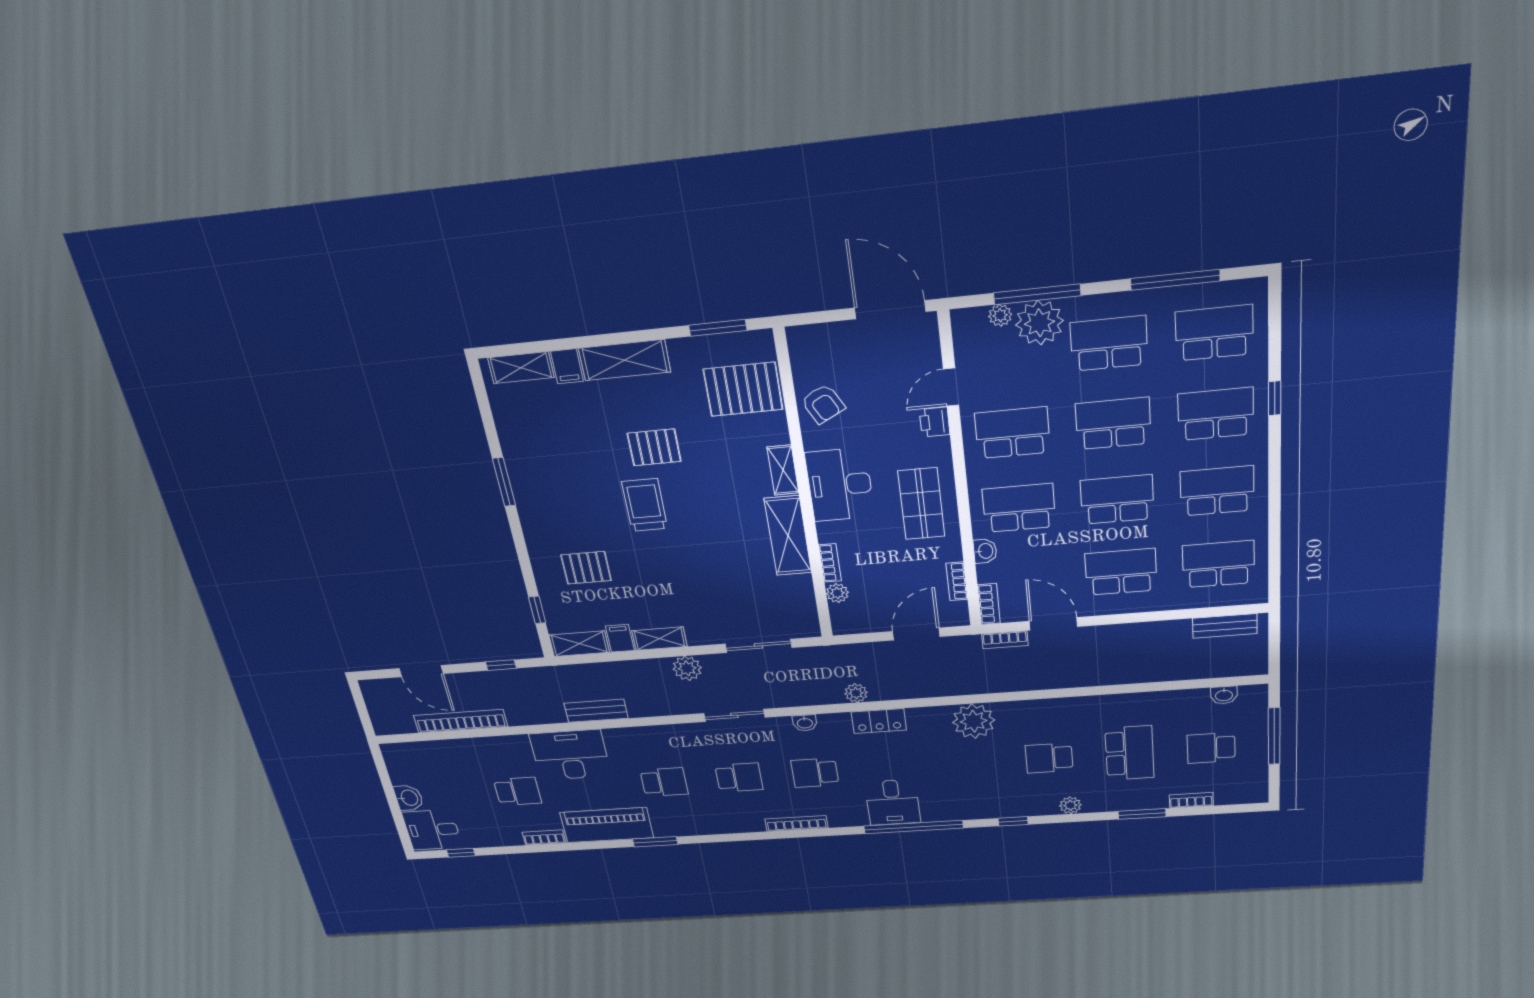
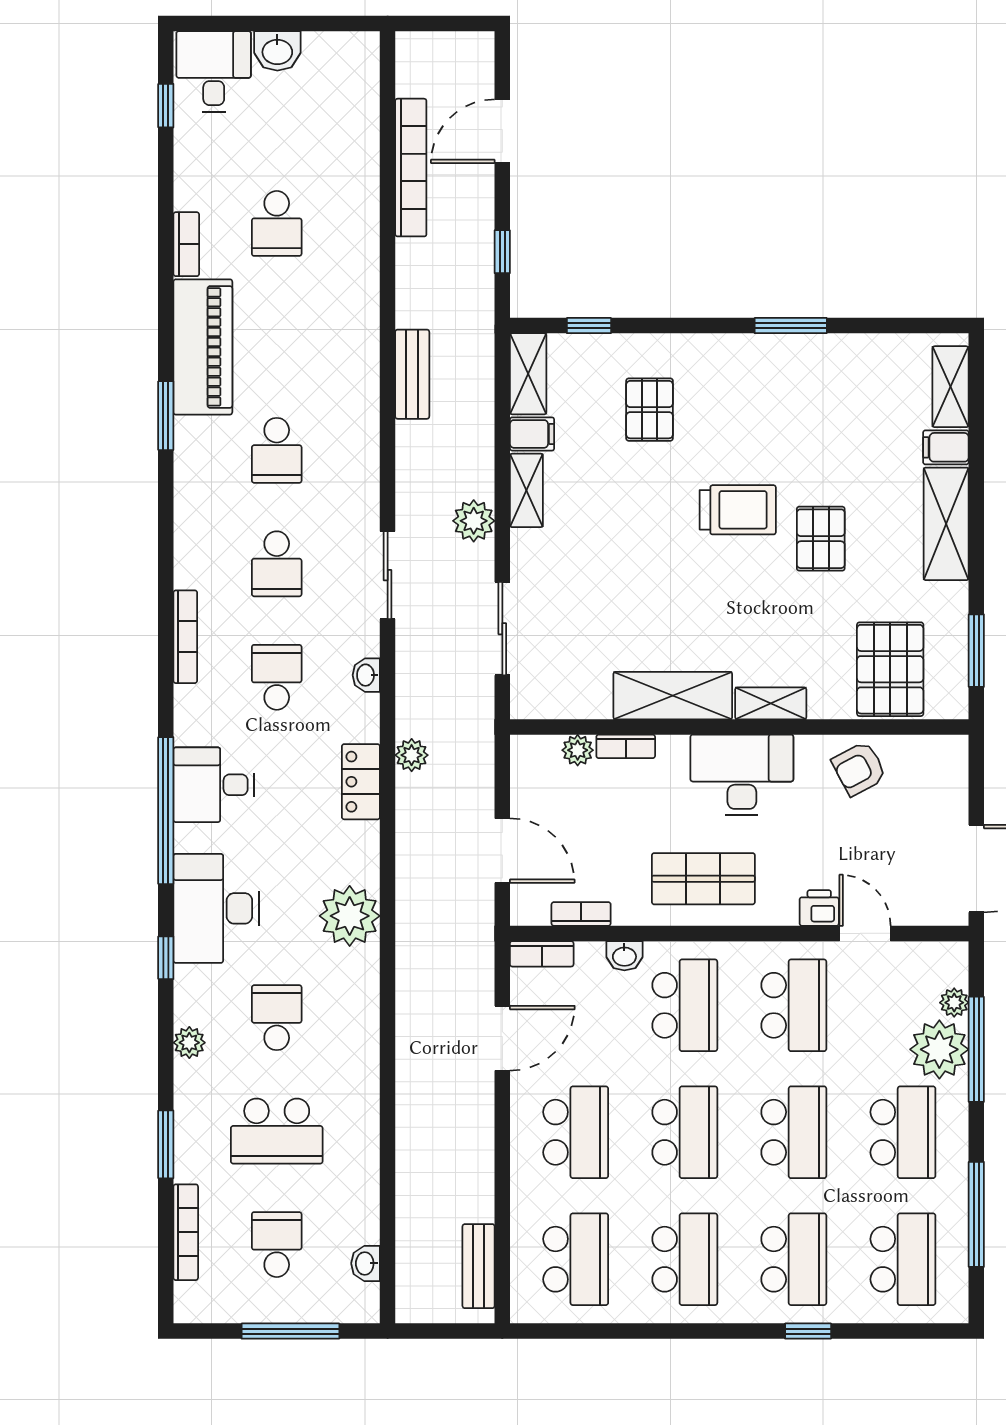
bookcase: (1005, 640) -> (482, 971), removed
desk: (570, 755) -> (216, 908), moved, turned 180
bookcase: (1191, 800) -> (186, 1232), width x1.56

